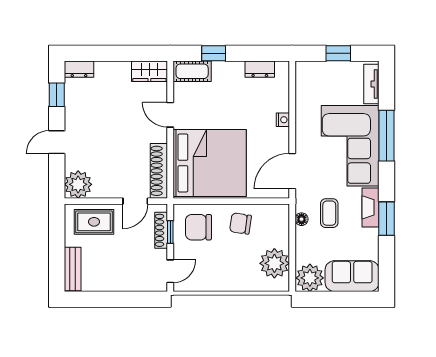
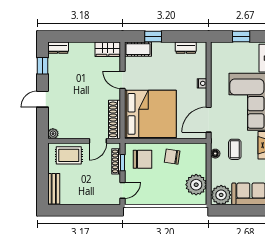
plant: (78, 184) -> (53, 134), width x0.53, depth x0.53
chair: (198, 227) -> (142, 159), turned 180

